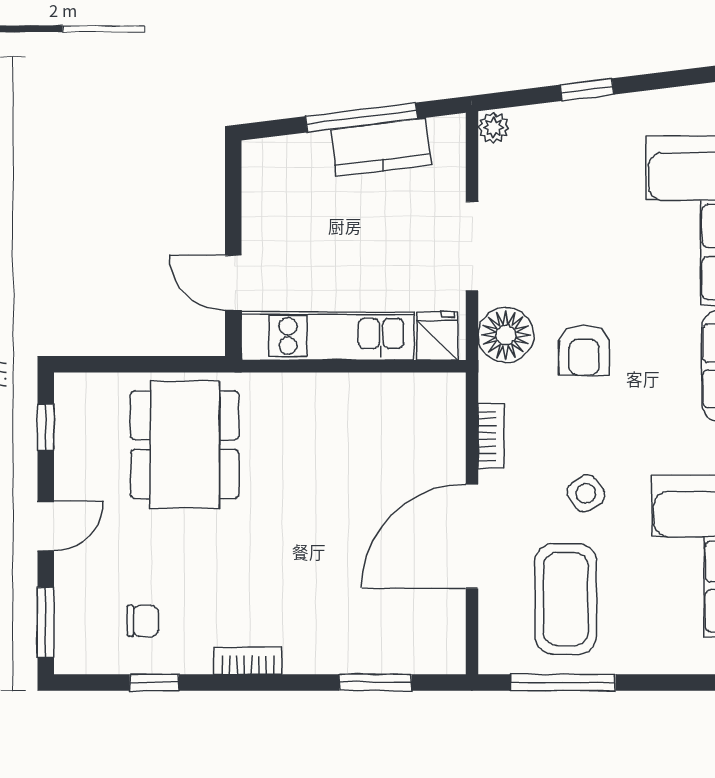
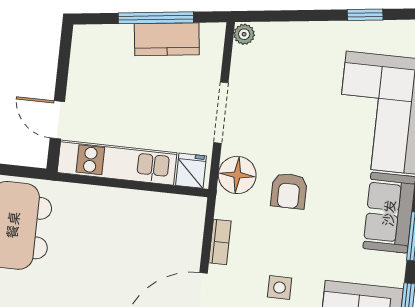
window: (587, 90) -> (365, 15), moved
side table: (586, 493) -> (280, 288), turned 35

